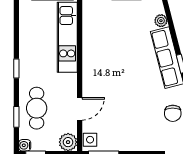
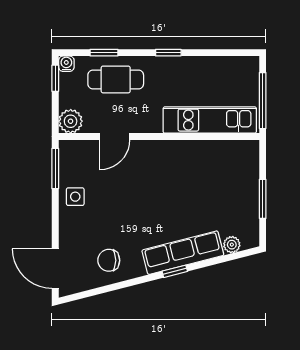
door: (80, 109) -> (115, 136), hinge flipped
side table: (90, 140) -> (75, 197), moved

